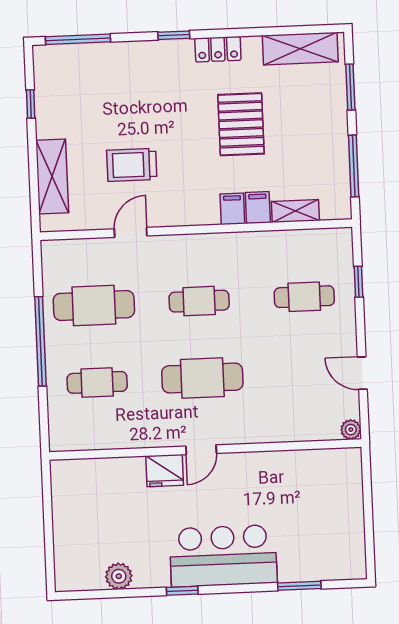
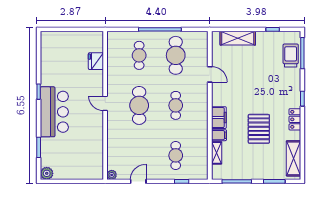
pallet: (241, 124) -> (259, 129), turned 90
trolley: (132, 165) -> (291, 55), moved
filing cabinet: (232, 209) -> (219, 118), width x2.00
fridge: (165, 471) -> (96, 61), moved
plant: (119, 576) -> (47, 173), moved

